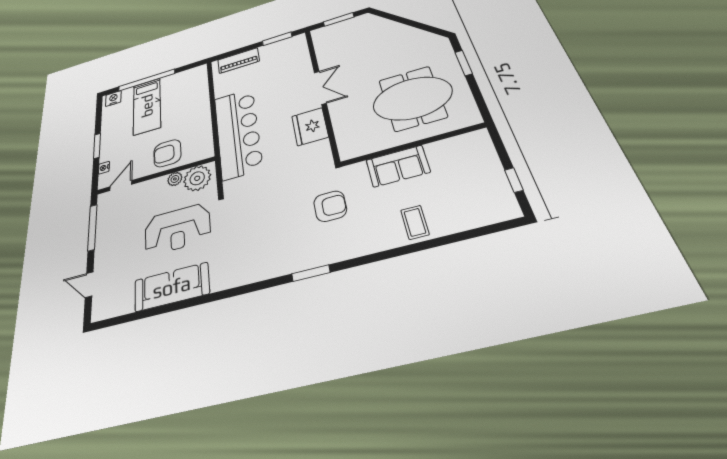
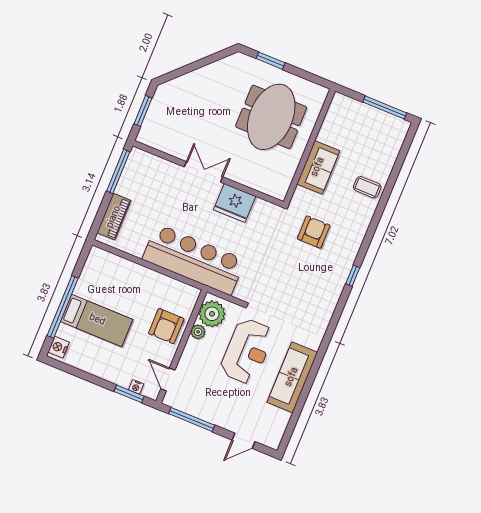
window: (277, 39) -> (118, 171), width x1.44
window: (97, 146) -> (129, 394), moved
window: (514, 180) -> (385, 108), width x2.17
window: (311, 273) -> (353, 276), width x0.67

